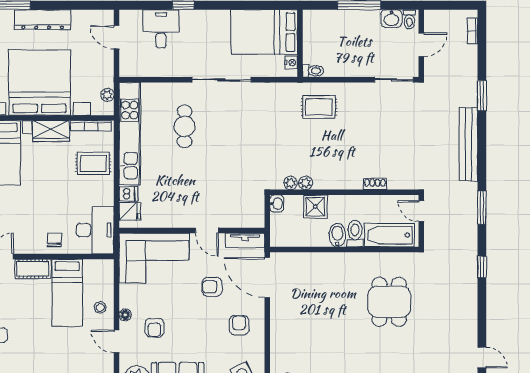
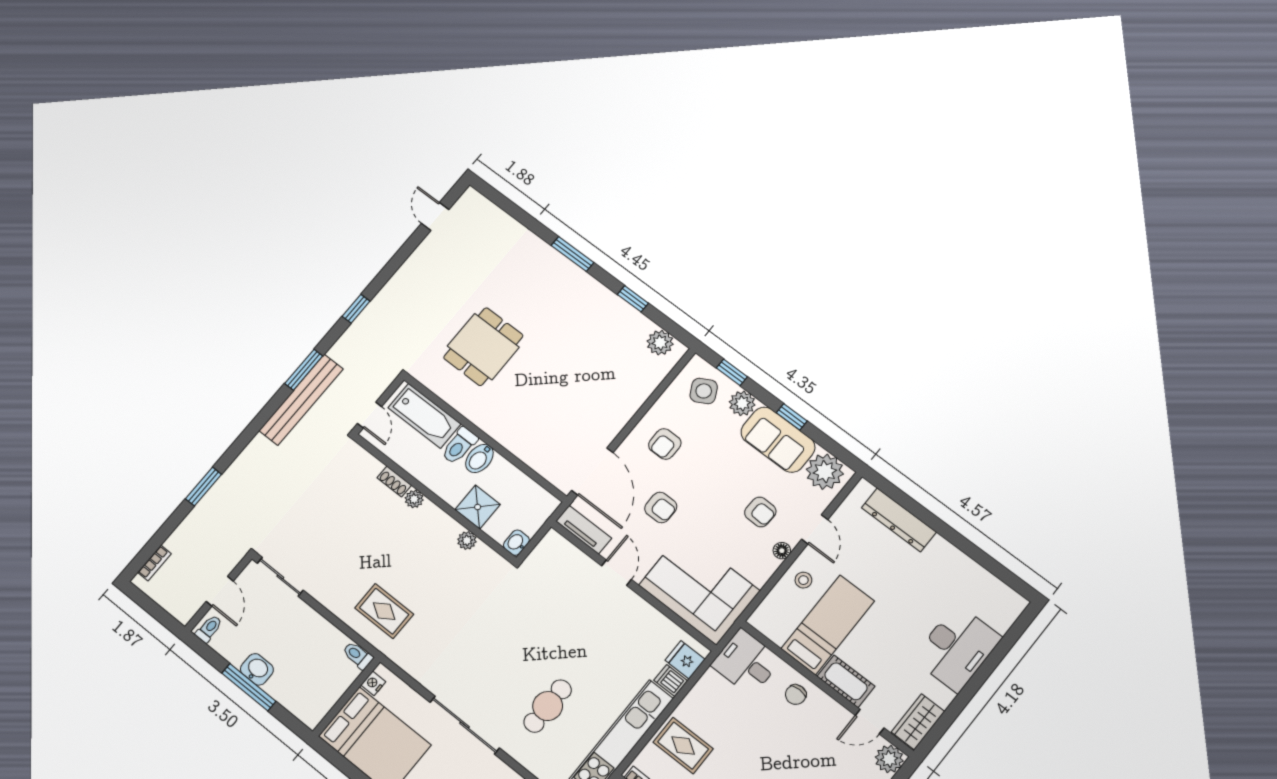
washbasin: (391, 19) -> (257, 669), moved
door: (421, 45) -> (220, 591), swing flipped
bench: (468, 144) -> (301, 400), moved
plant: (291, 183) -> (414, 499), moved
desk: (95, 230) -> (746, 662), width x0.73
armchair: (154, 328) -> (760, 512), turned 92

